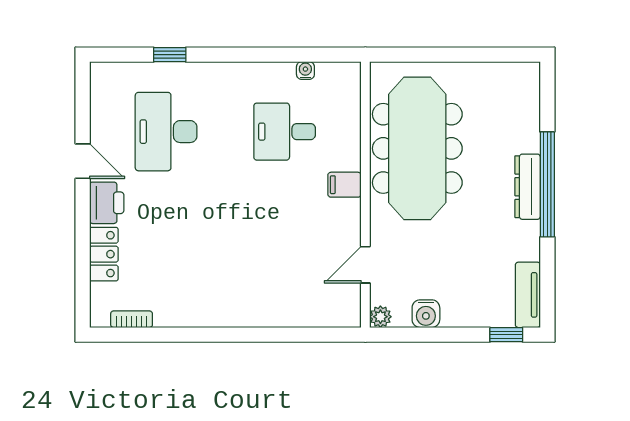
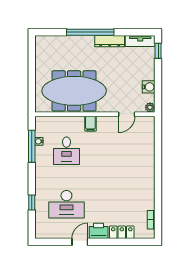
window: (294, 55) -> (32, 146), added
dresser: (528, 187) -> (110, 41), moved
door: (365, 265) -> (127, 114), hinge flipped

